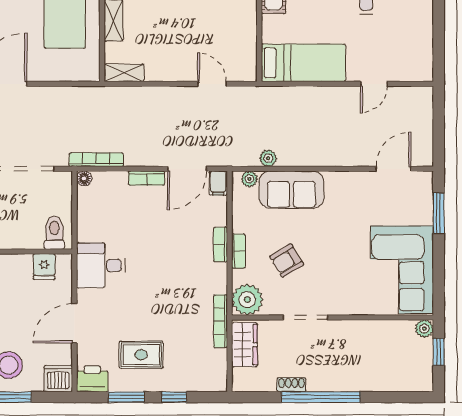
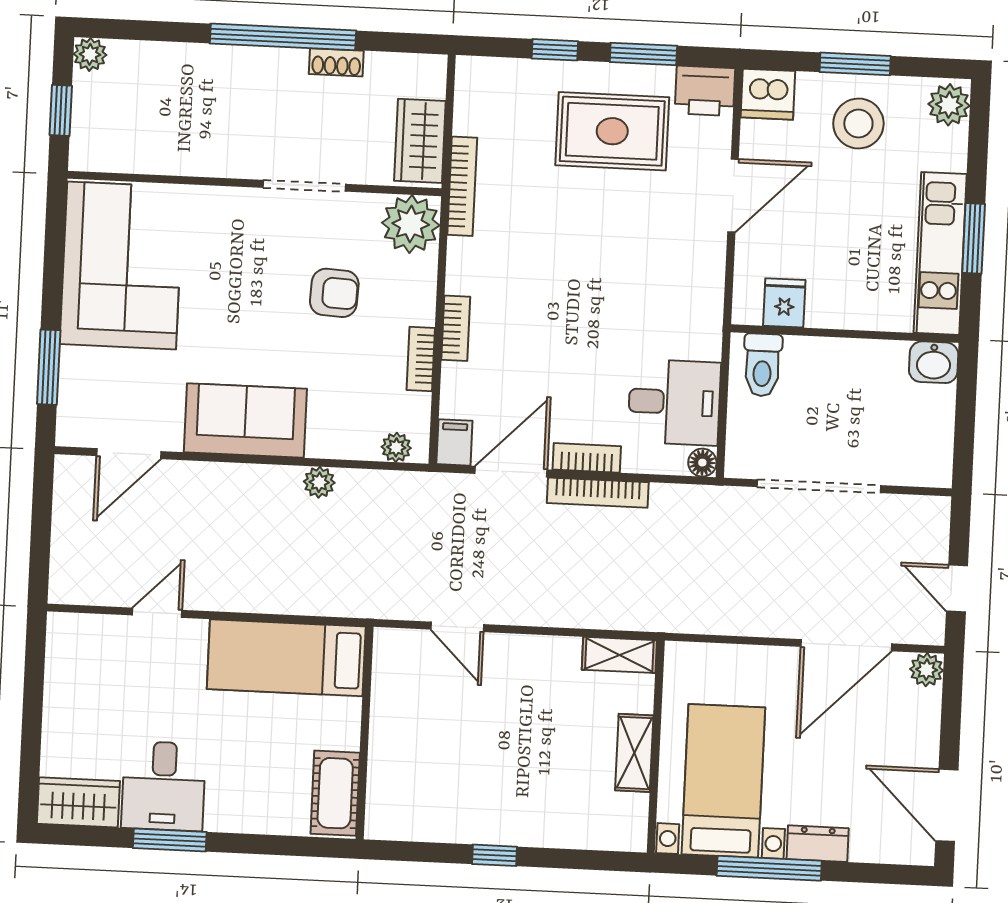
plant: (268, 158) -> (319, 482), moved
bookcase: (96, 160) -> (598, 493), moved
sofa: (291, 190) -> (245, 420), moved
bookcase: (238, 251) -> (421, 359), moved
armchair: (287, 261) -> (334, 293), turned 34
desk: (101, 265) -> (674, 402), moved
plant: (424, 329) -> (90, 54), moved
rug: (141, 355) -> (612, 131), width x1.36, depth x1.43

